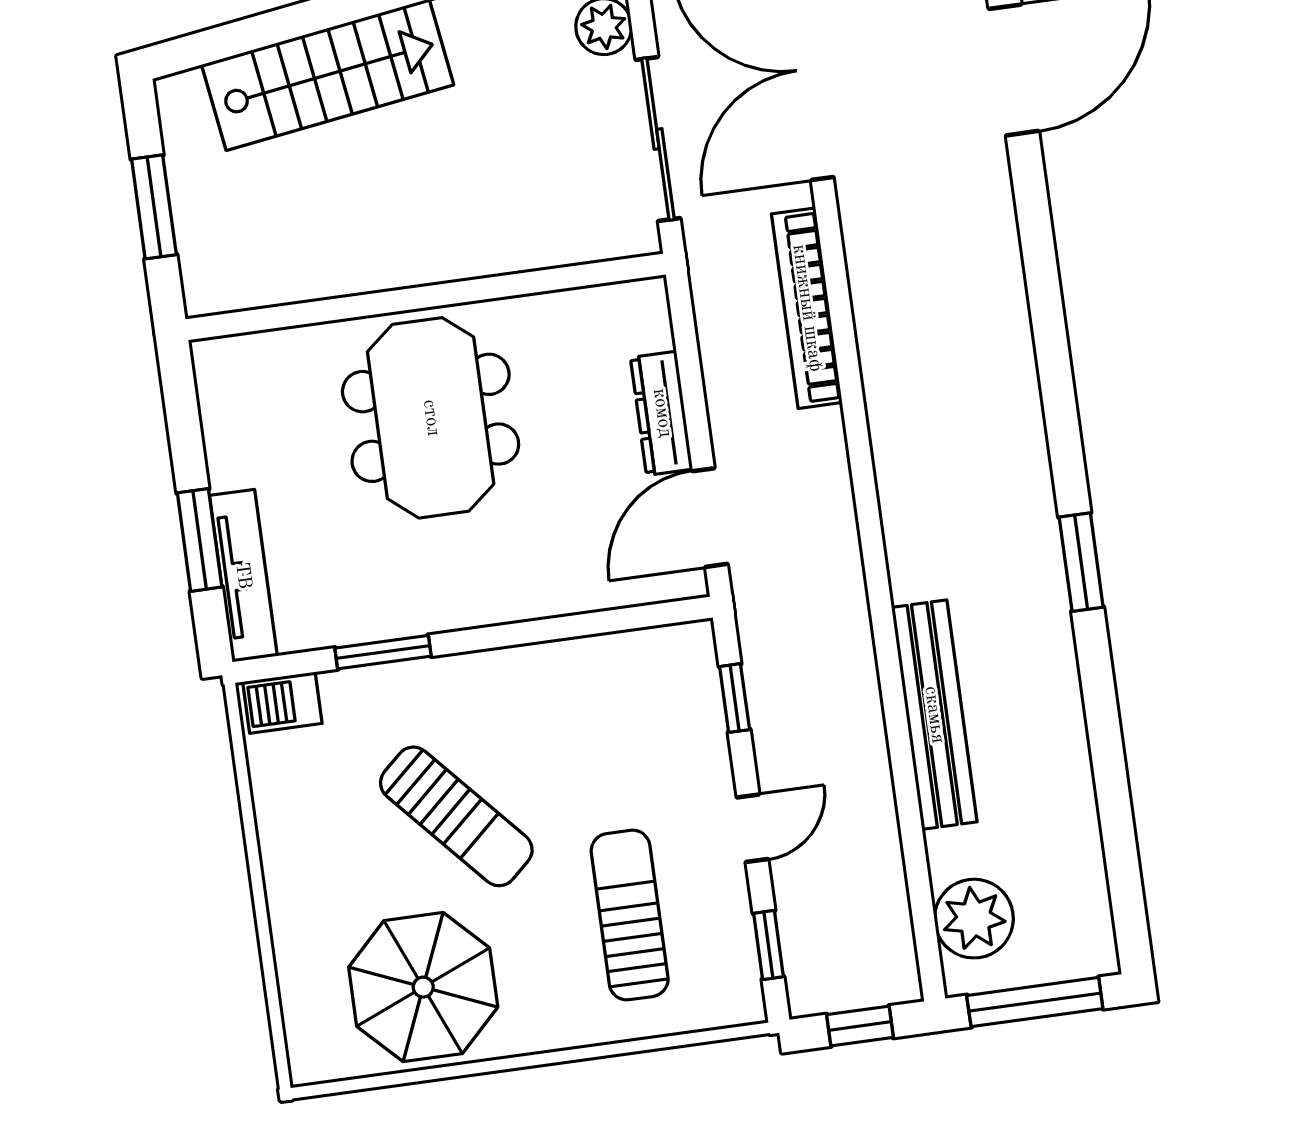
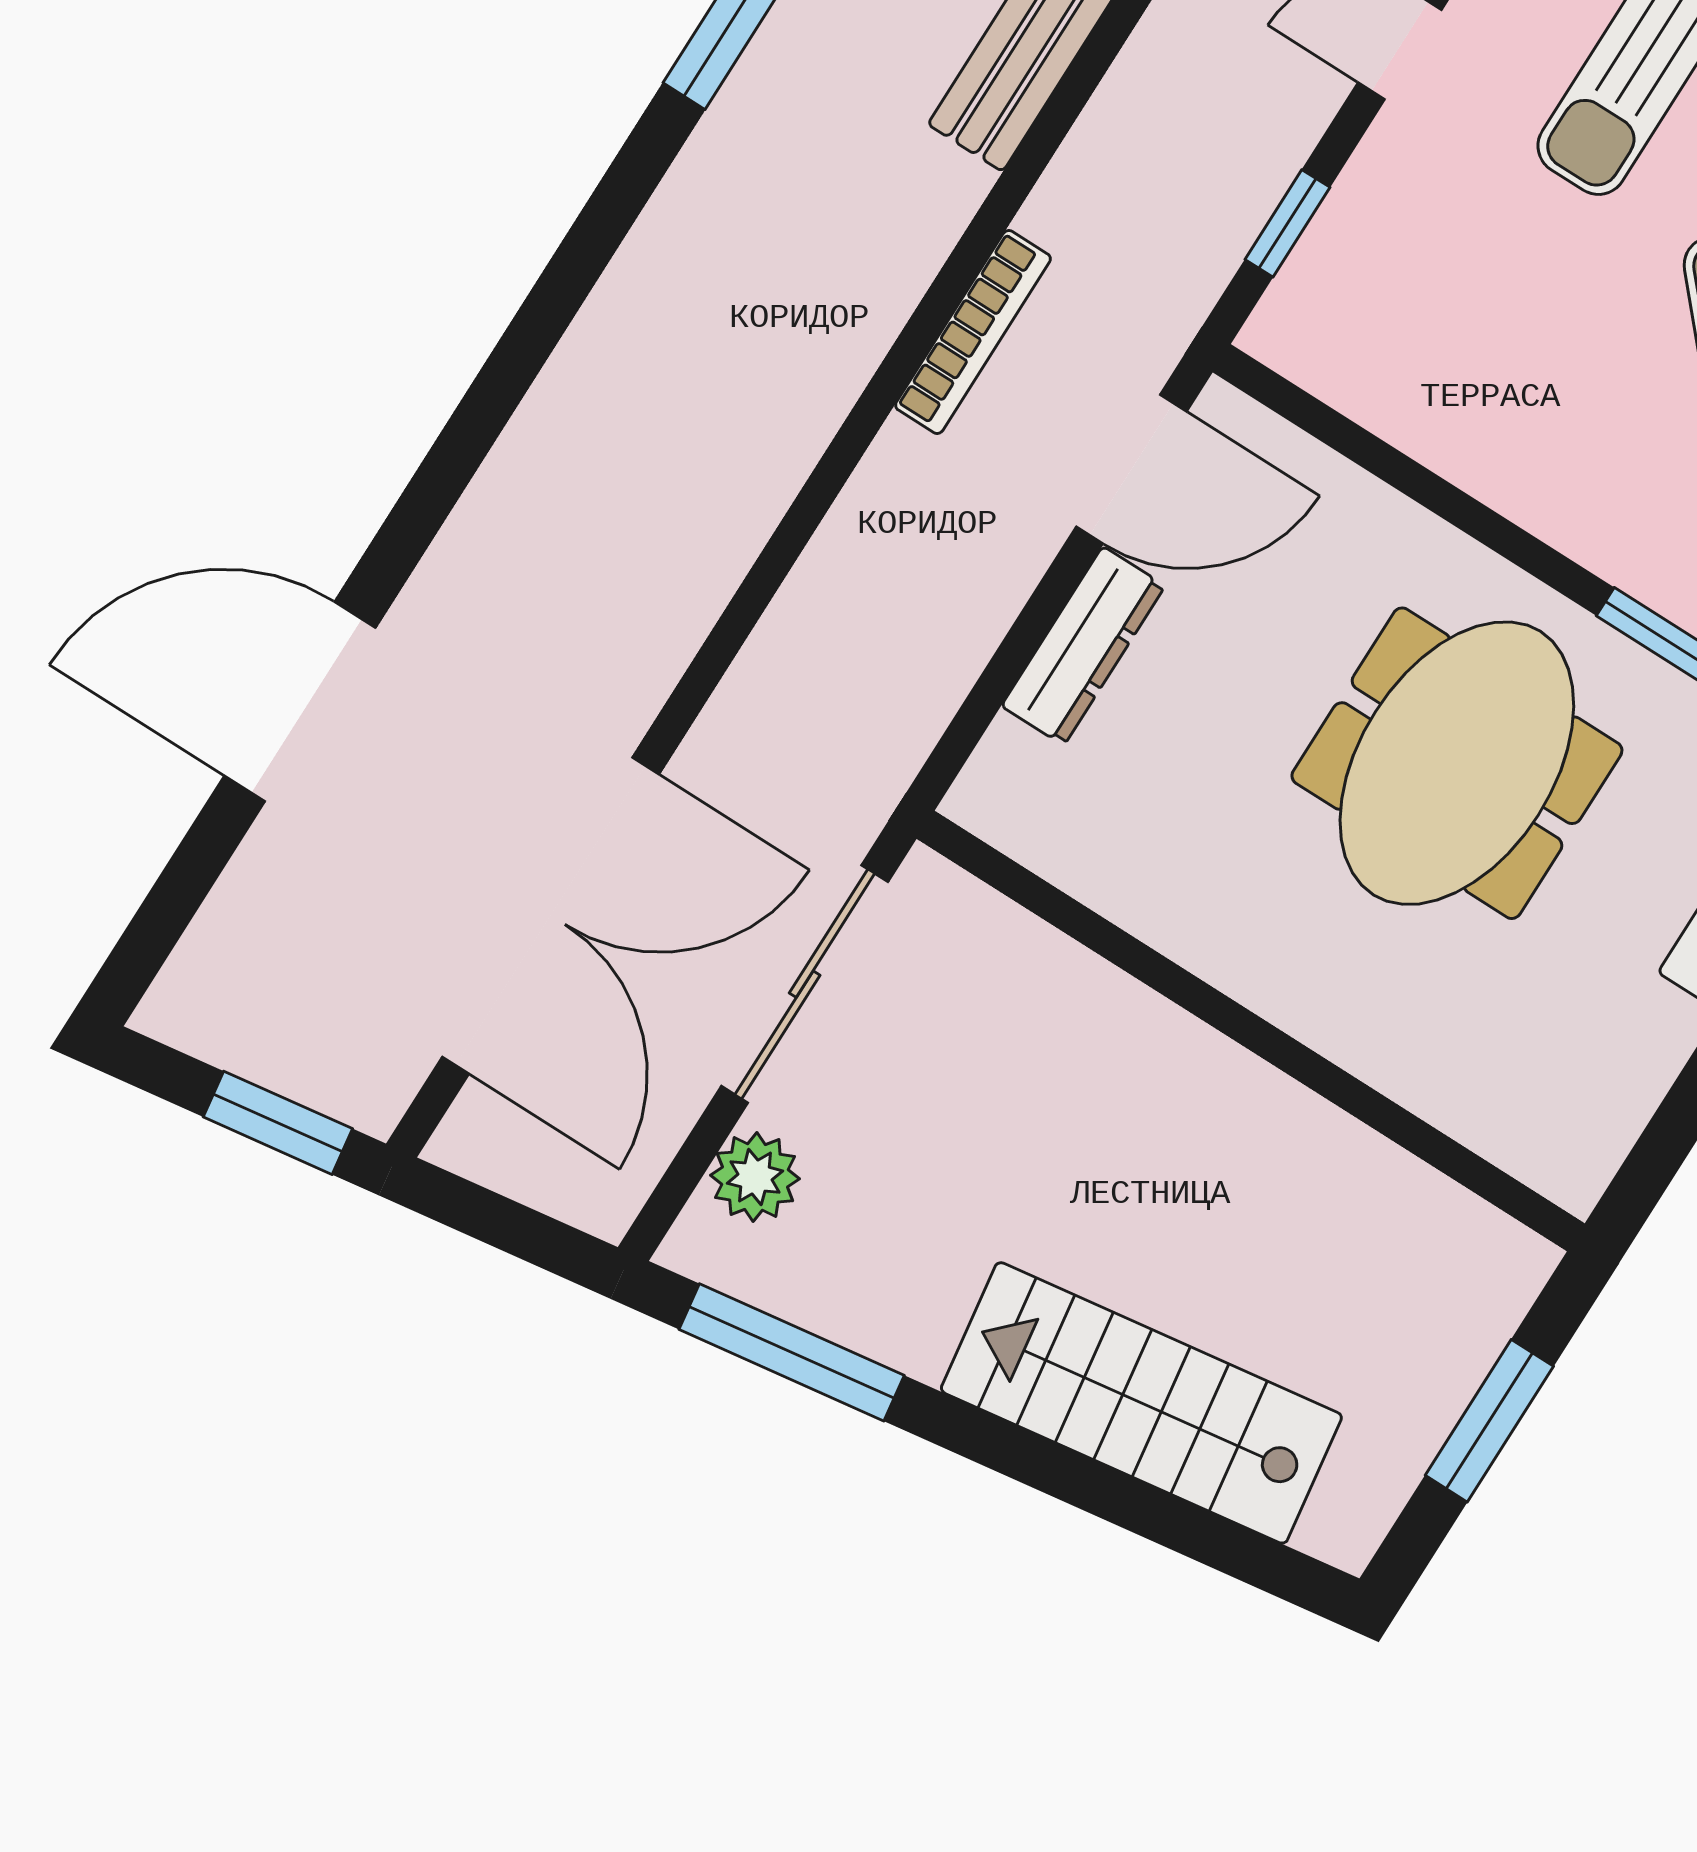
bookcase: (807, 308) -> (973, 332), moved, width x0.68, depth x0.76
meeting table: (431, 418) -> (1457, 763), moved

